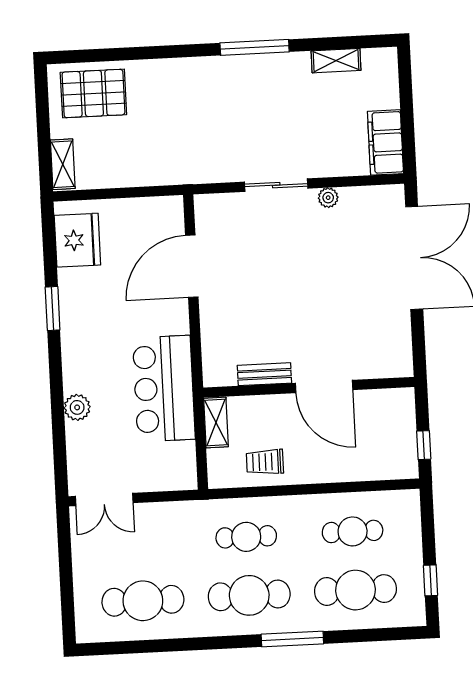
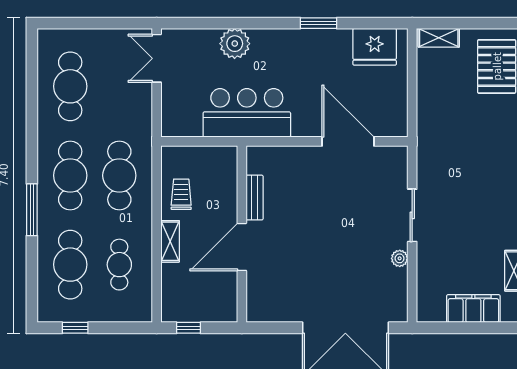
filing cabinet: (385, 142) -> (473, 309), moved
plant: (77, 407) -> (235, 44), width x1.36, depth x1.36
shelving: (216, 422) -> (170, 241), moved, turned 90
cafe table: (246, 537) -> (119, 175), width x1.37, depth x1.35

